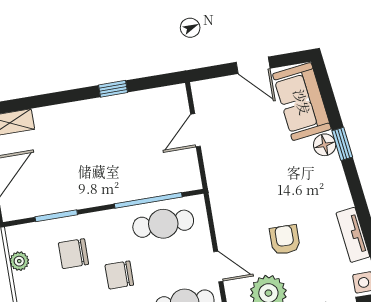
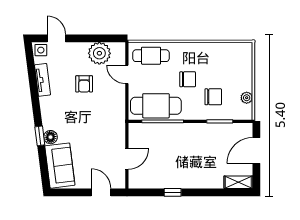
door: (253, 65) -> (101, 192), moved
cafe table: (163, 224) -> (156, 106), width x1.37, depth x1.35

